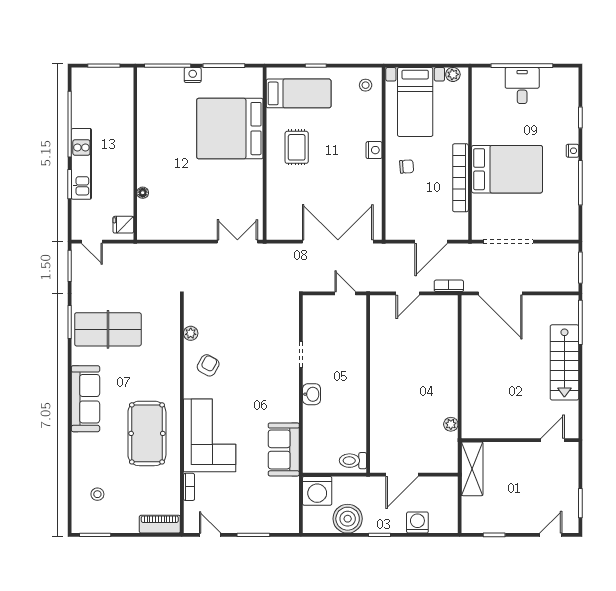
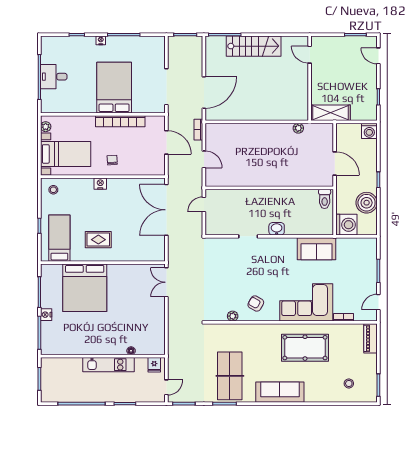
kitchen unit: (81, 164) -> (108, 365), moved, turned 180
washing machine: (417, 522) -> (369, 131), moved, turned -90

